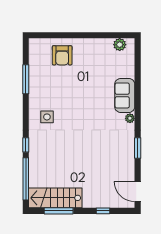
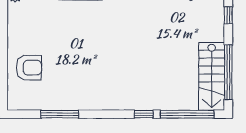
side table: (47, 117) -> (108, 87), removed
window: (59, 211) -> (228, 72), width x1.46

